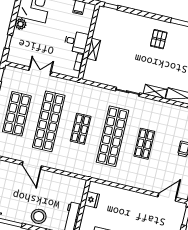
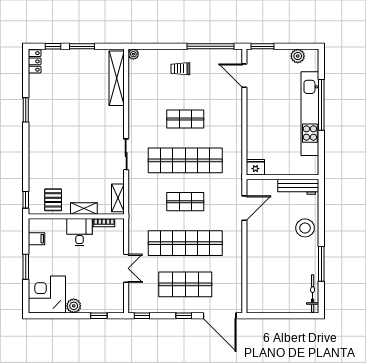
pallet: (159, 39) -> (53, 200), moved, turned 90
double door: (40, 71) -> (126, 268), swing flipped
shelving: (155, 92) -> (118, 198), moved
door: (32, 165) -> (244, 208), moved
fridge: (92, 200) -> (255, 167), moved

